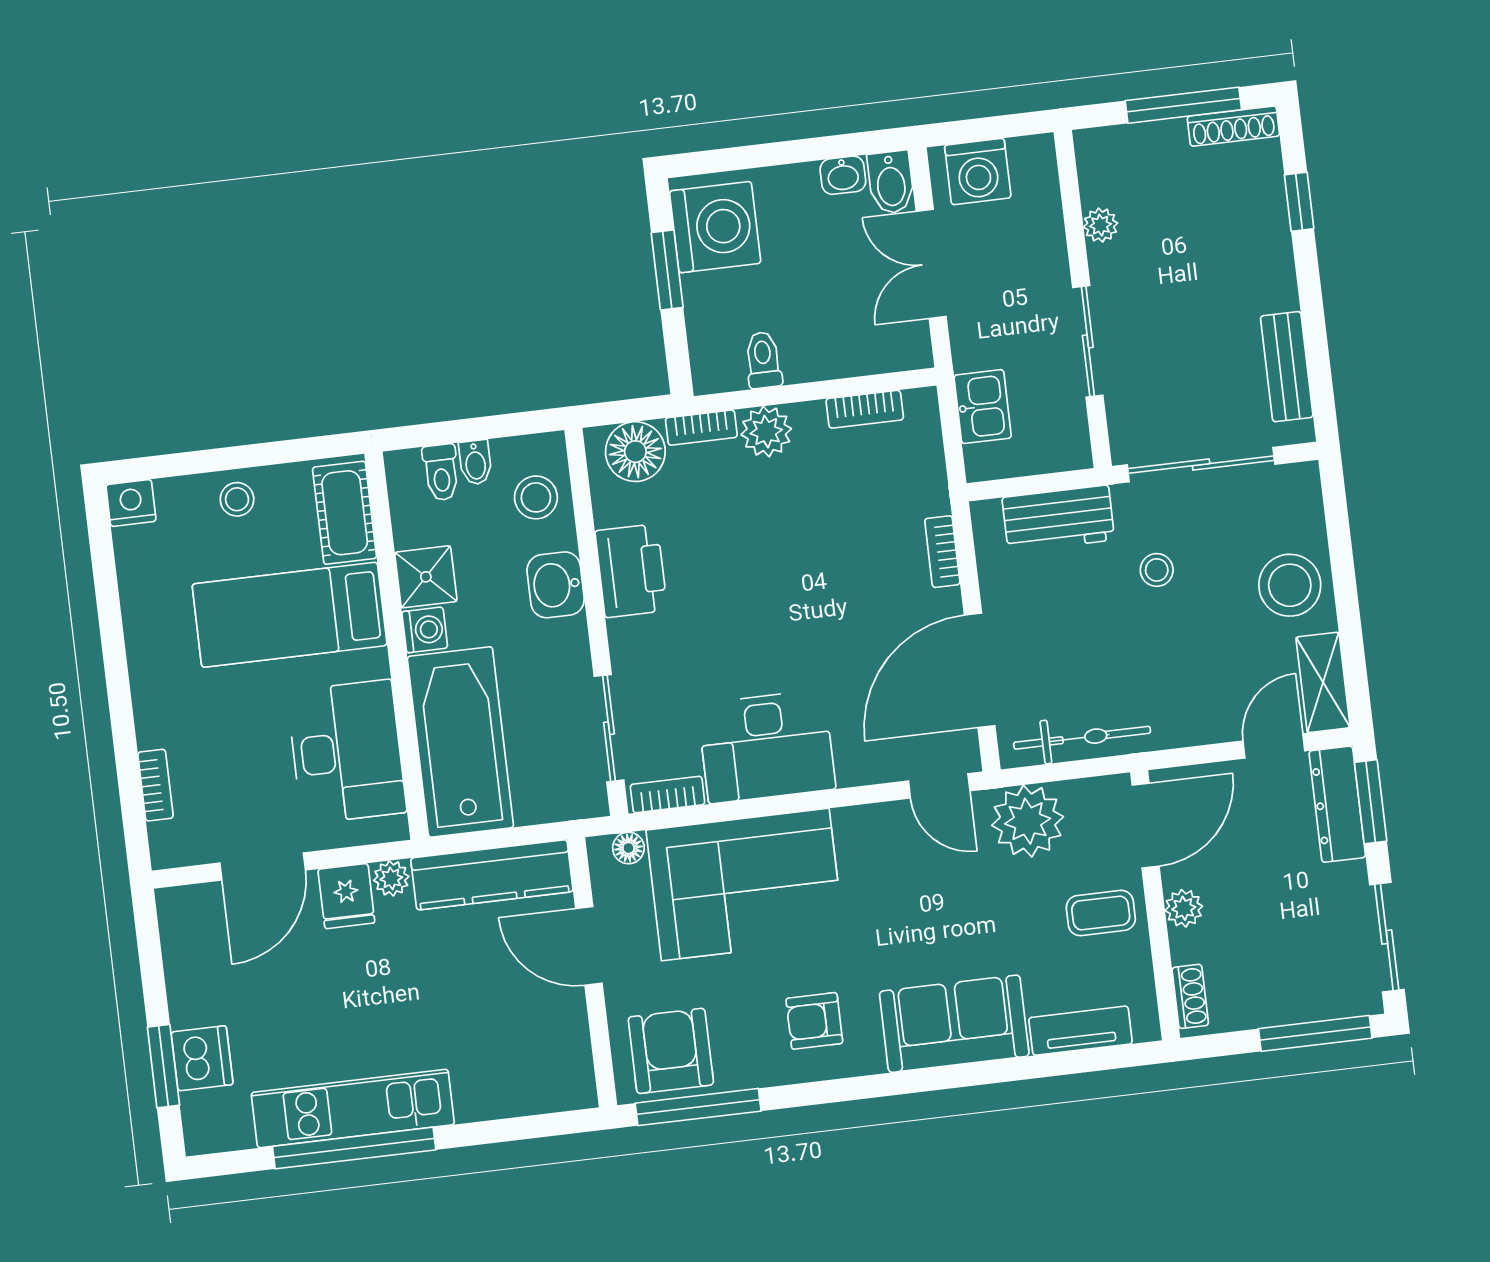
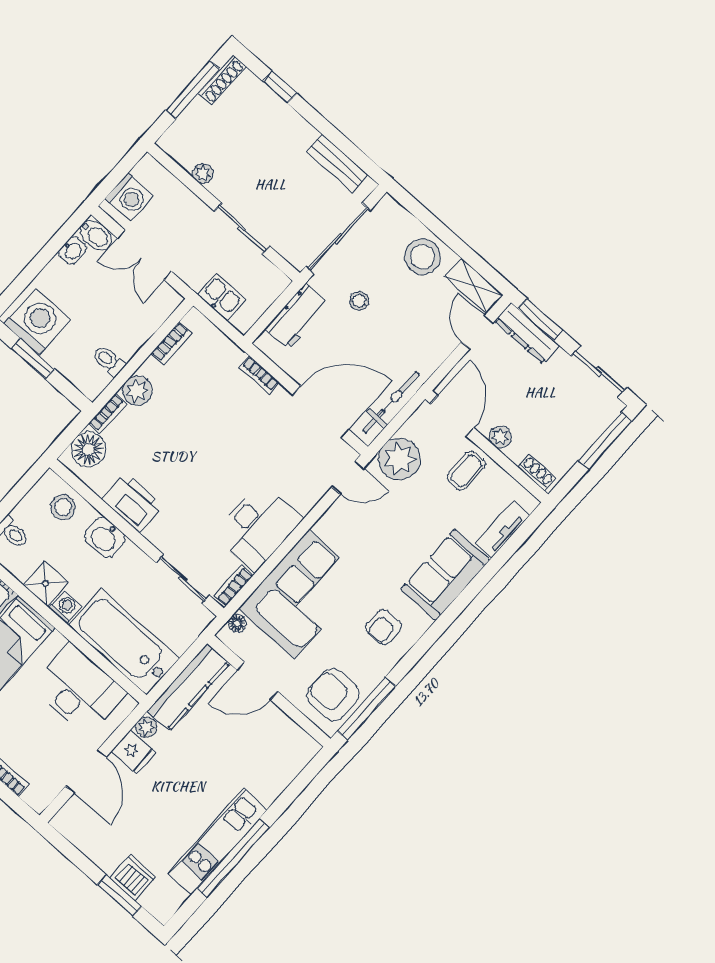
bidet: (475, 462) -> (23, 515), removed
door: (980, 670) -> (321, 412), swing flipped

